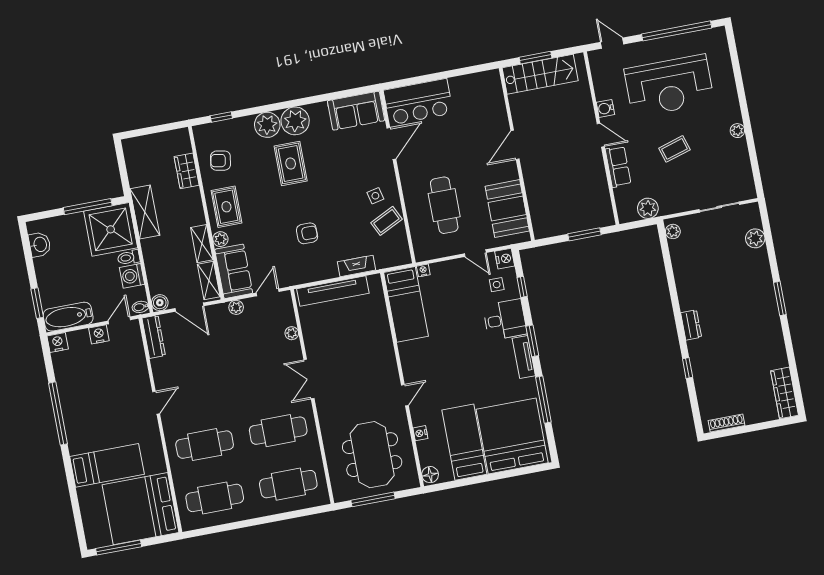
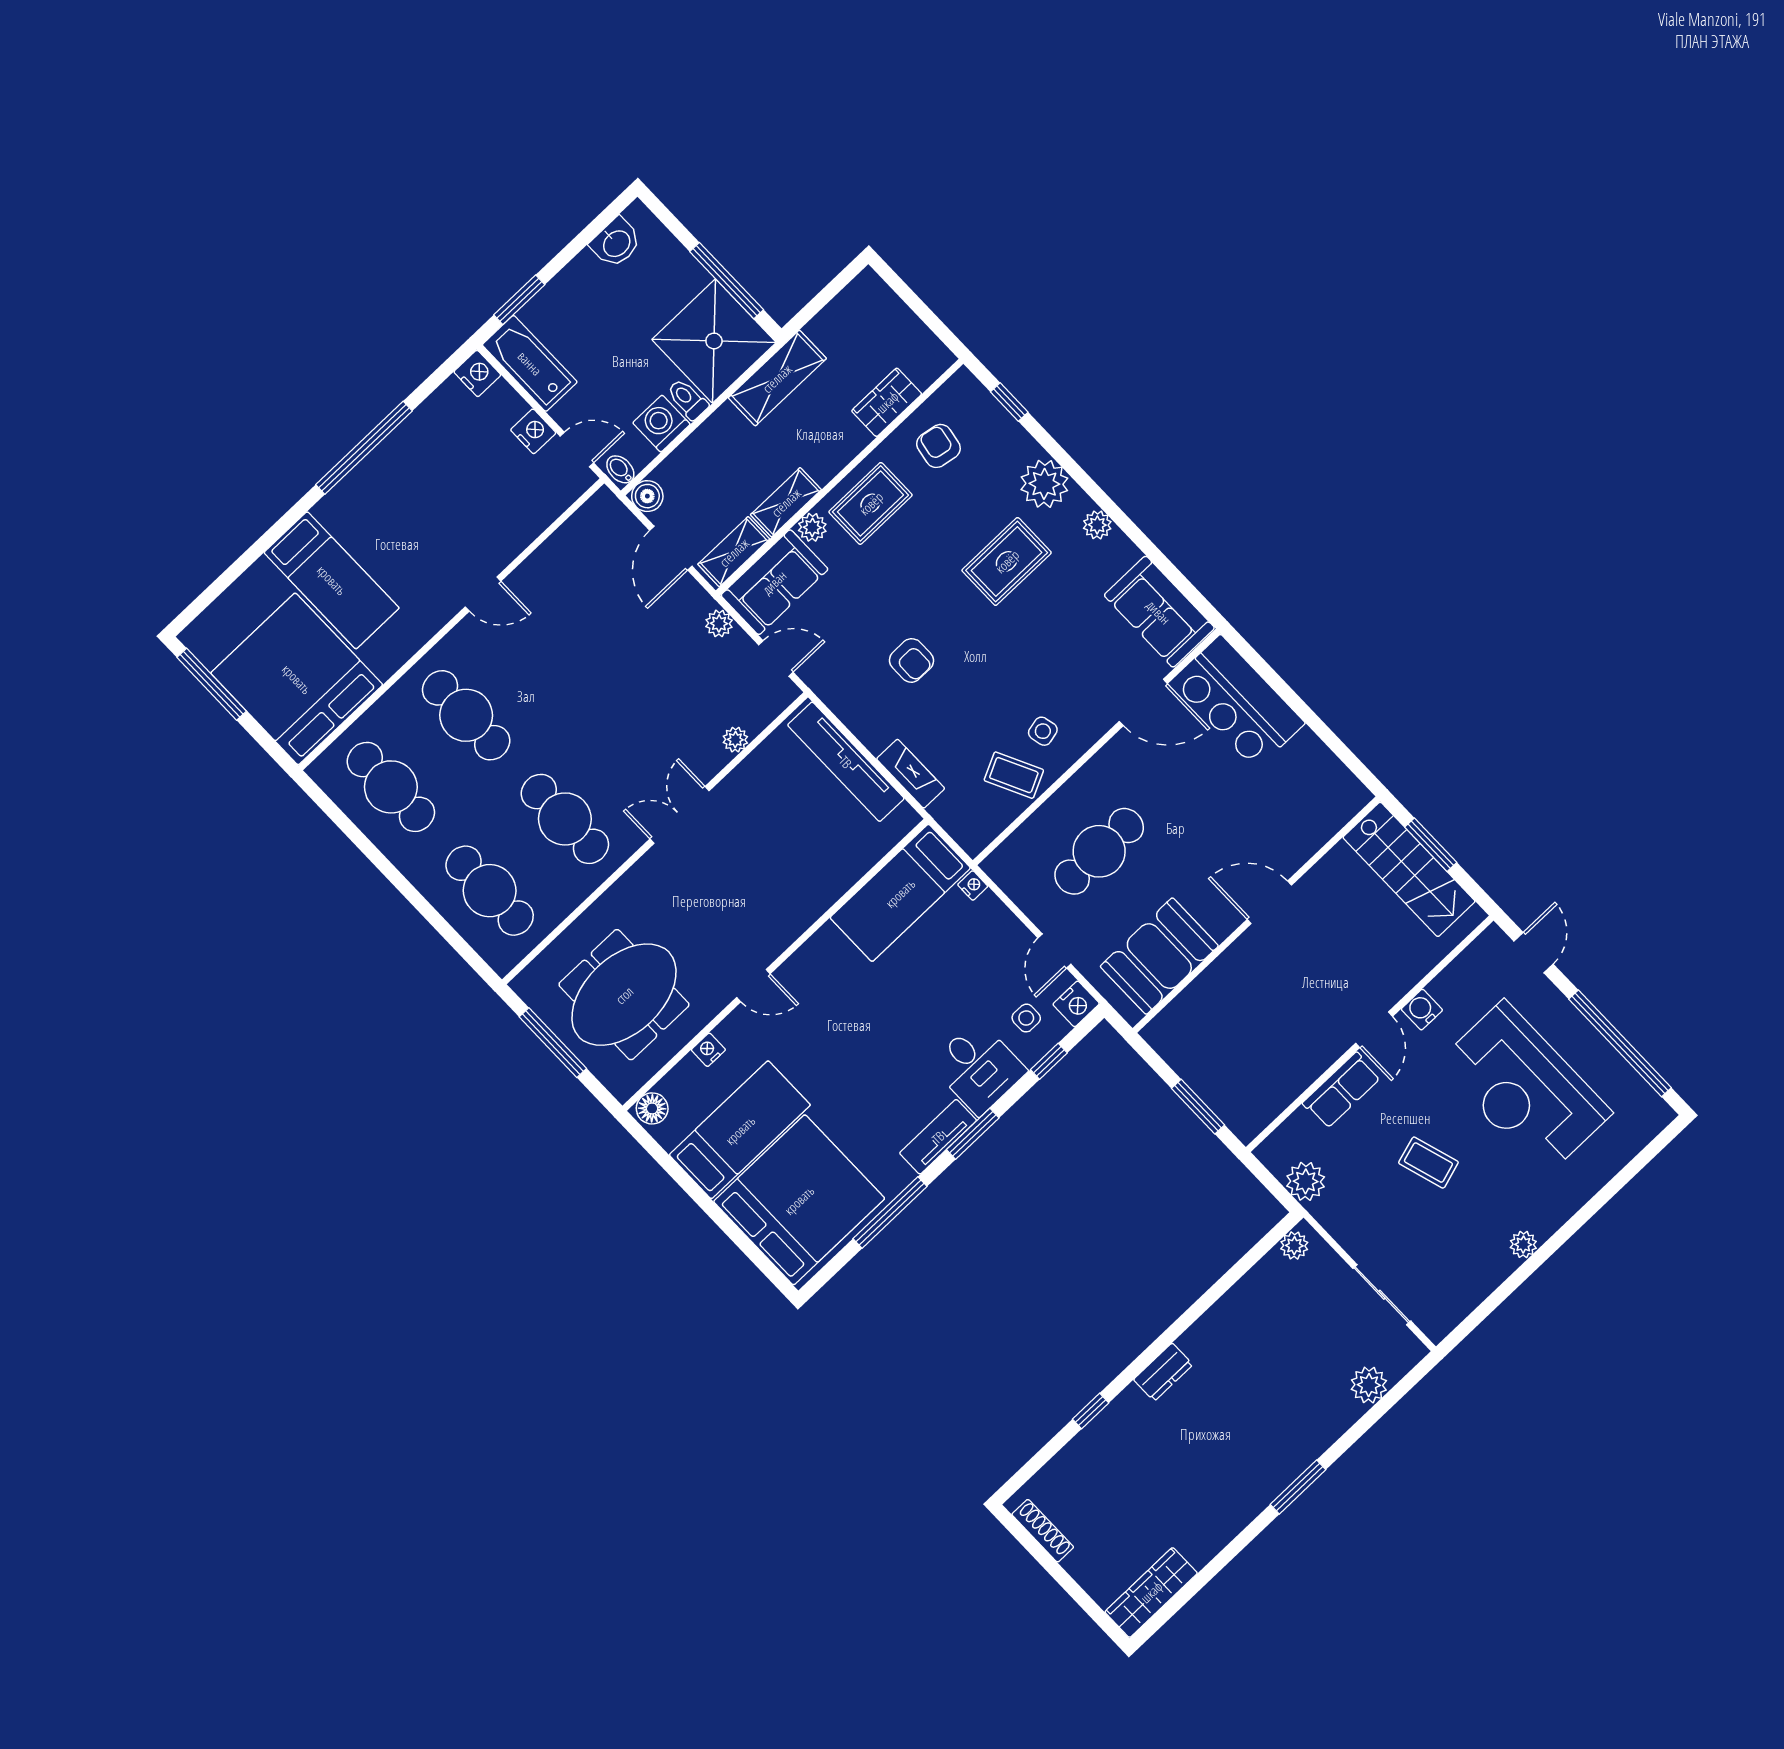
plant: (295, 121) -> (1097, 525), width x0.53, depth x0.53
dresser: (154, 337) -> (586, 522), removed

